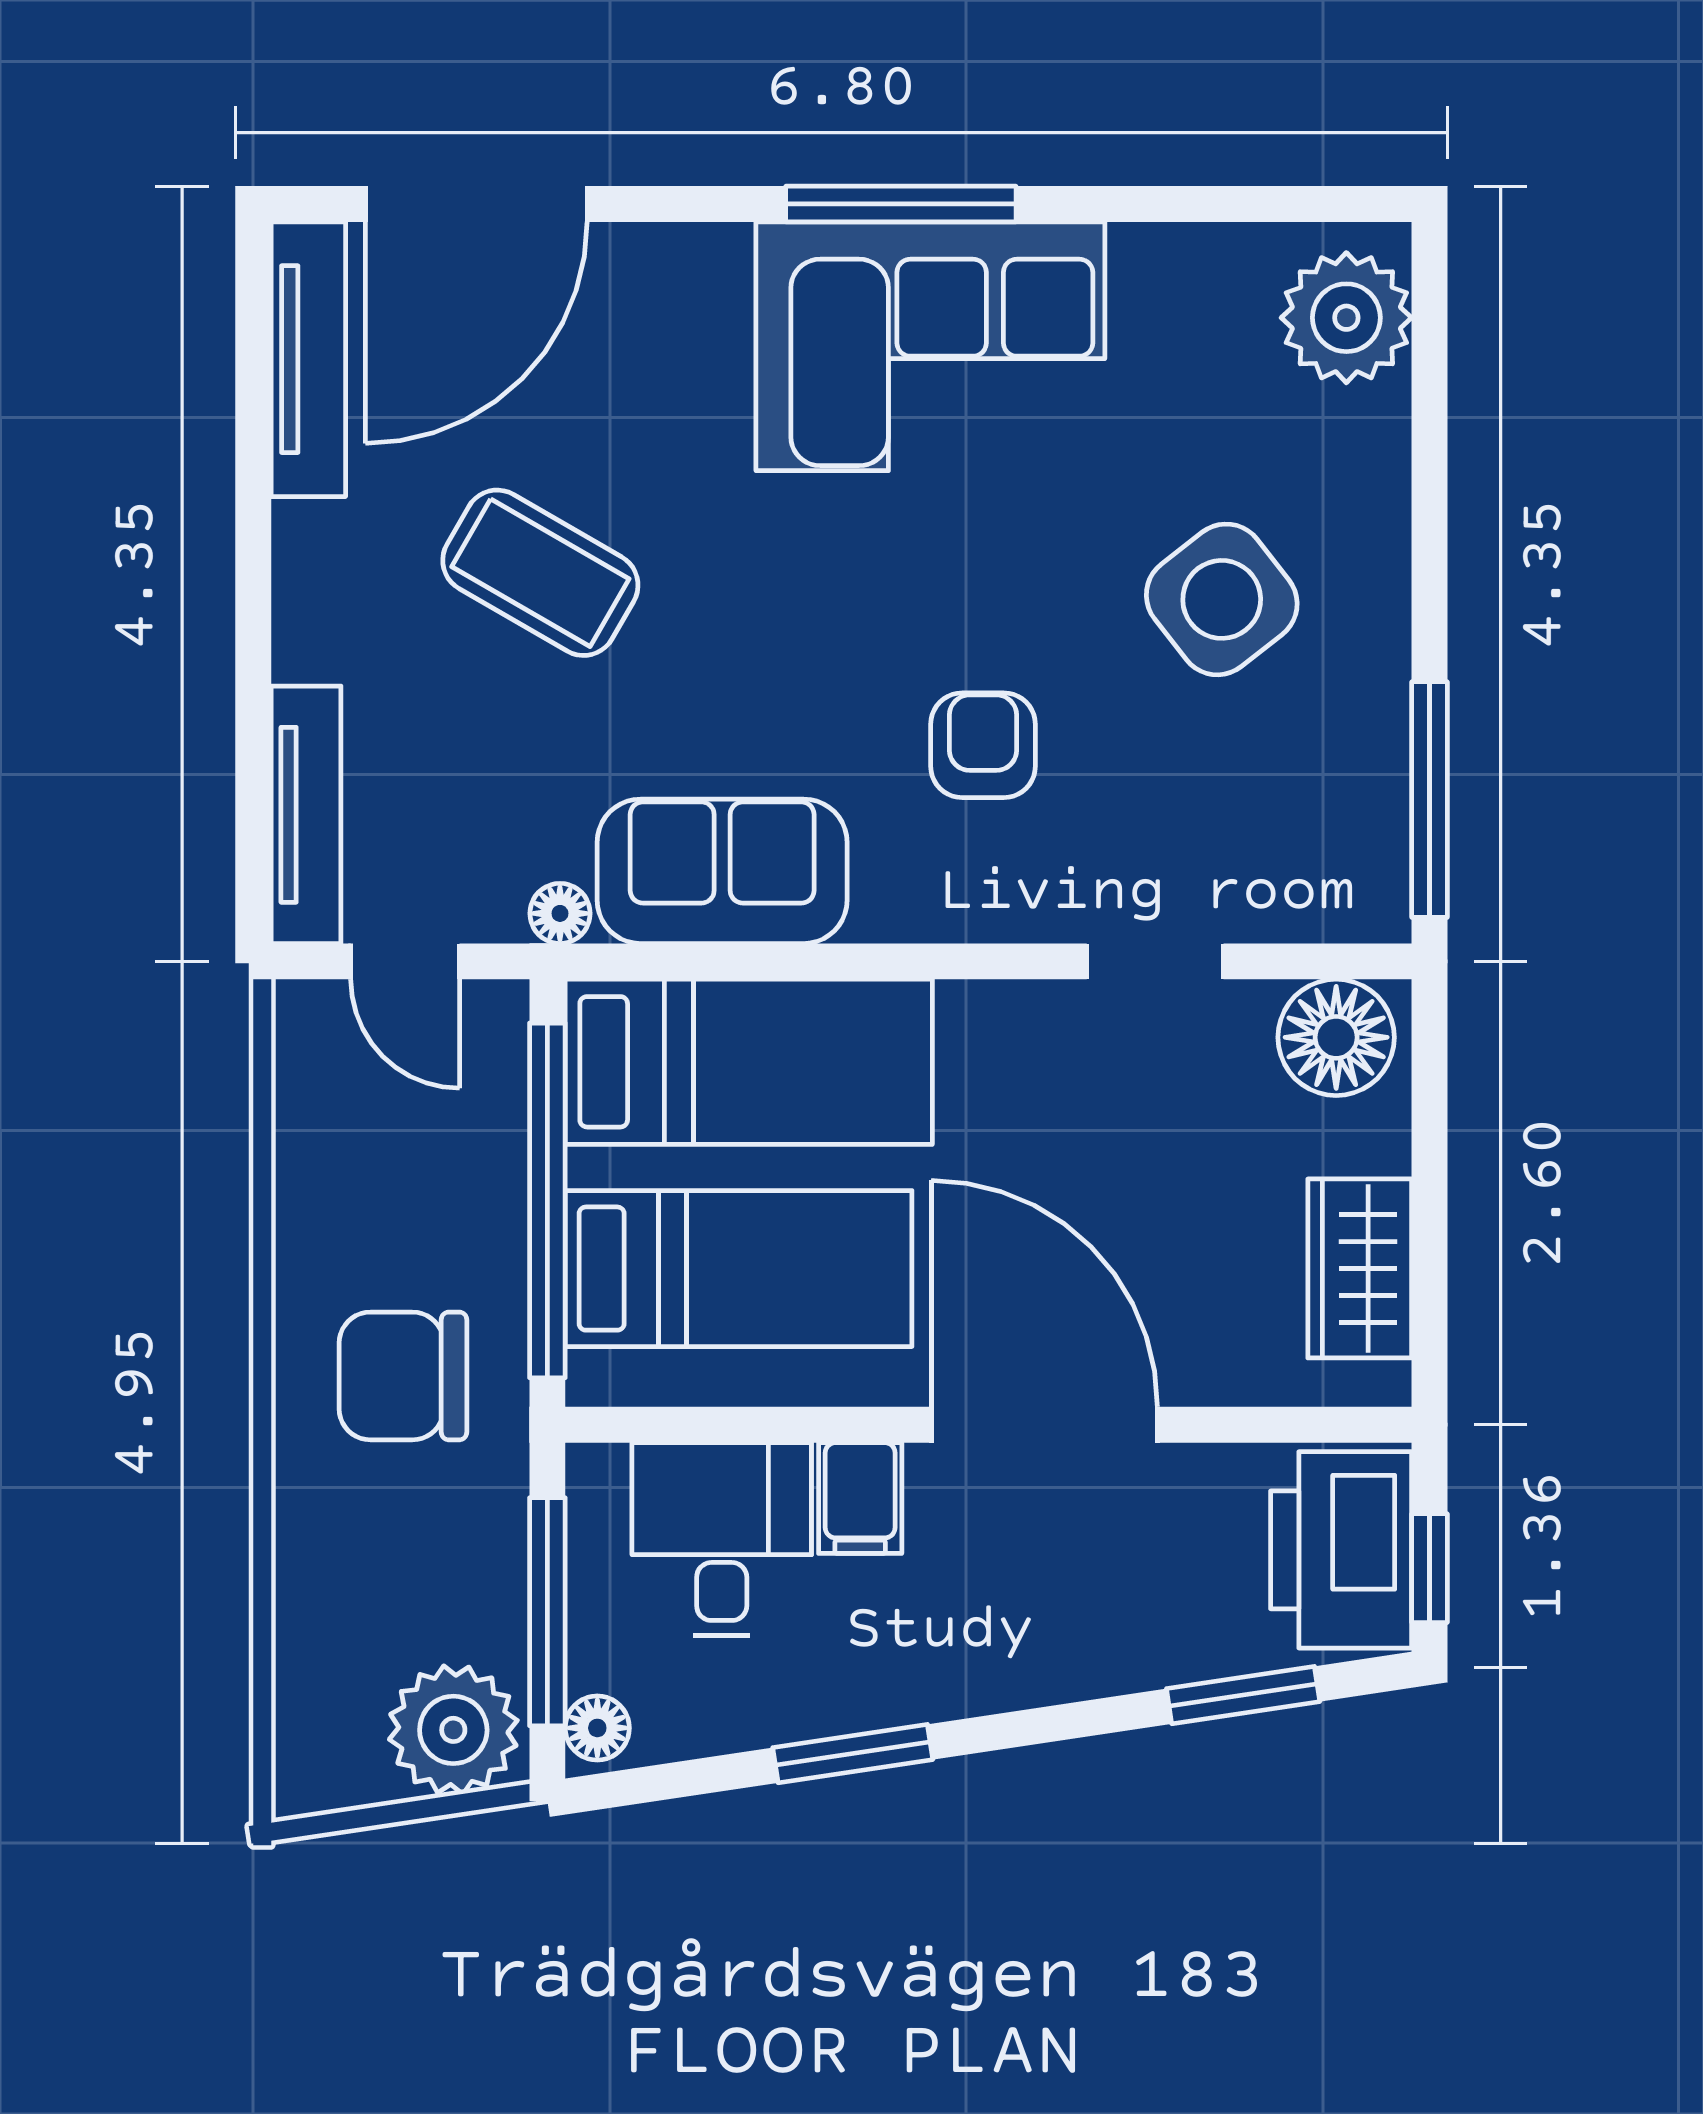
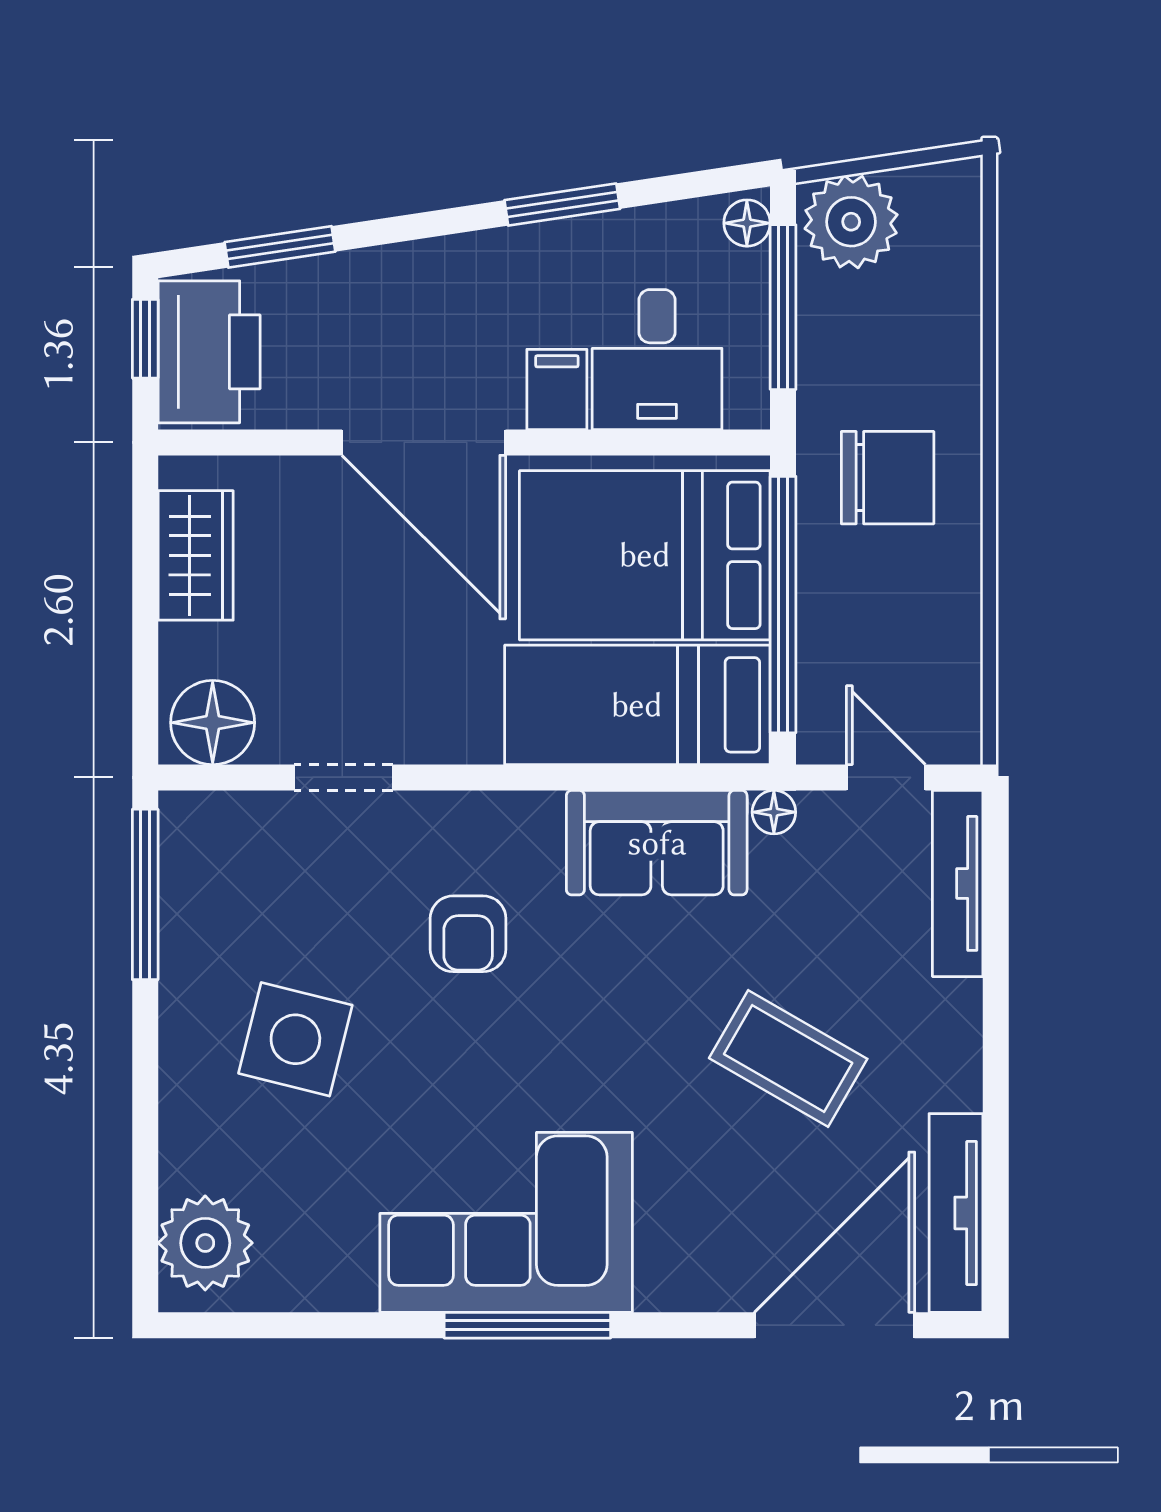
side table: (1222, 599) -> (295, 1039), turned -38
bed: (739, 1269) -> (645, 555), width x1.50

